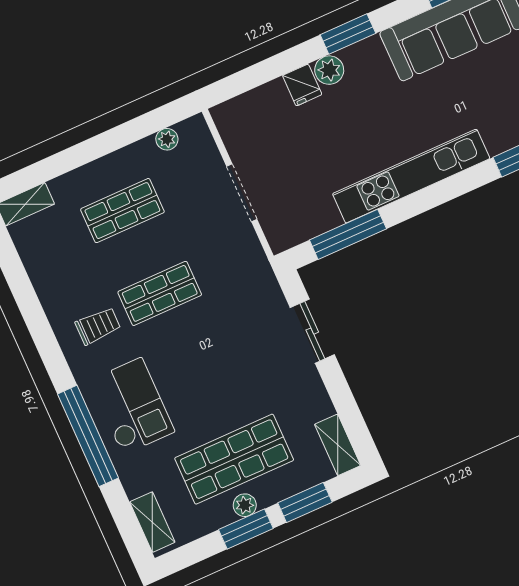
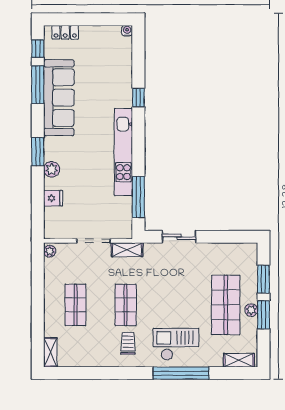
fridge: (302, 85) -> (53, 198), moved
plant: (167, 139) -> (50, 251), moved
shelving: (338, 445) -> (127, 250), moved

